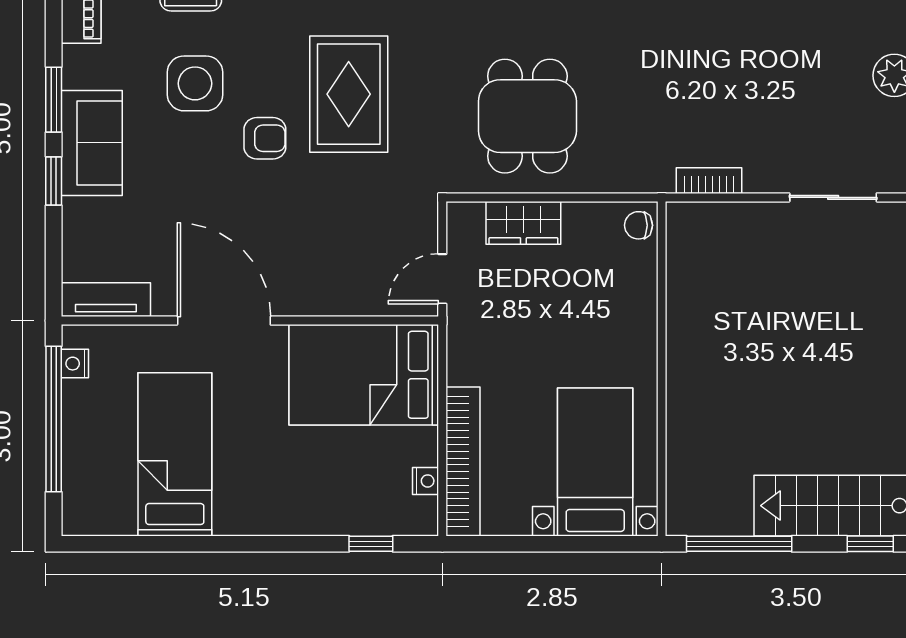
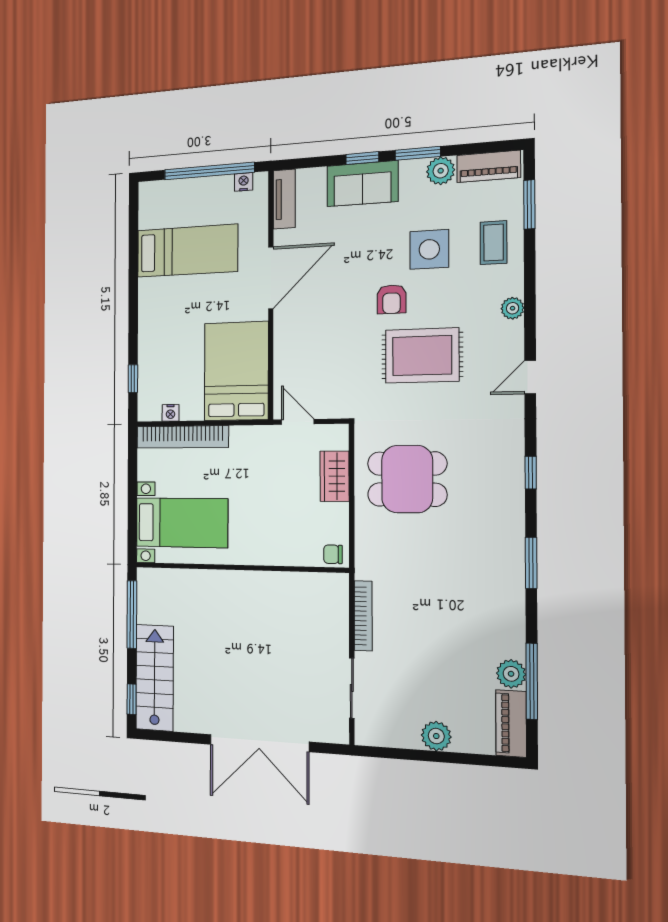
plant: (82, 67) -> (441, 171), added
sofa: (92, 143) -> (362, 184), moved
bookcase: (709, 181) -> (363, 616), width x1.56
chair: (638, 225) -> (333, 554), turned -90

